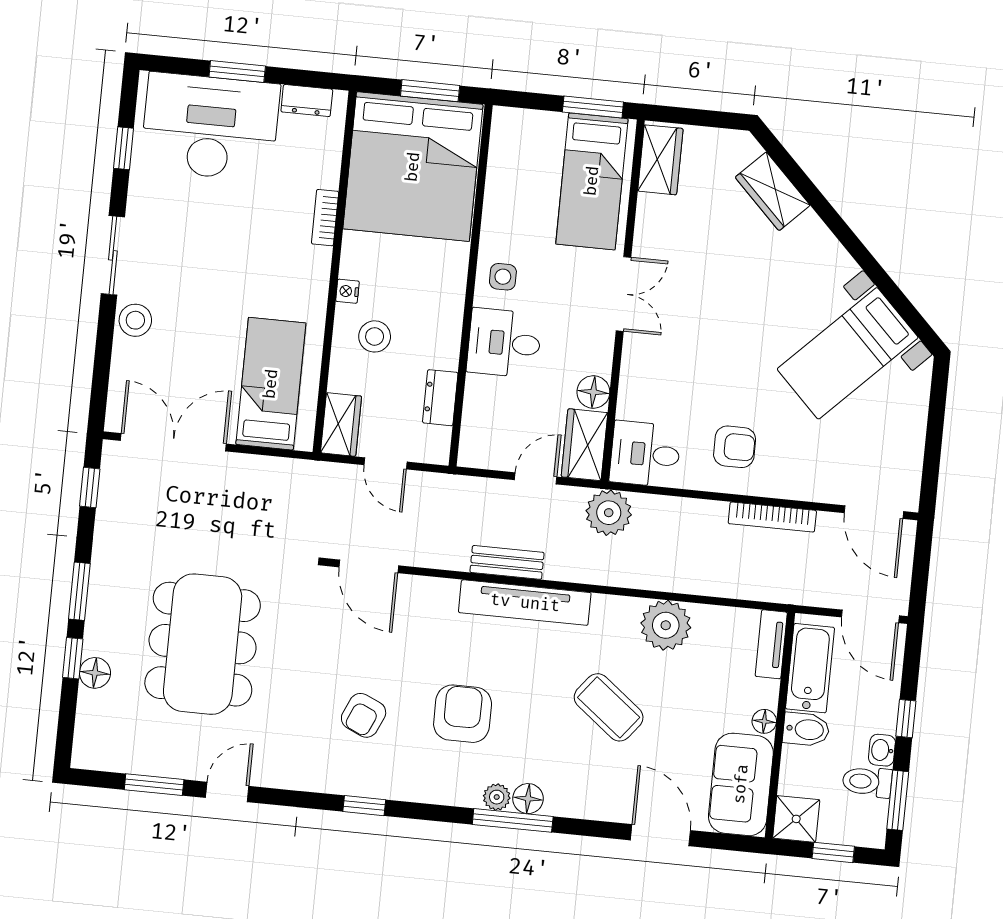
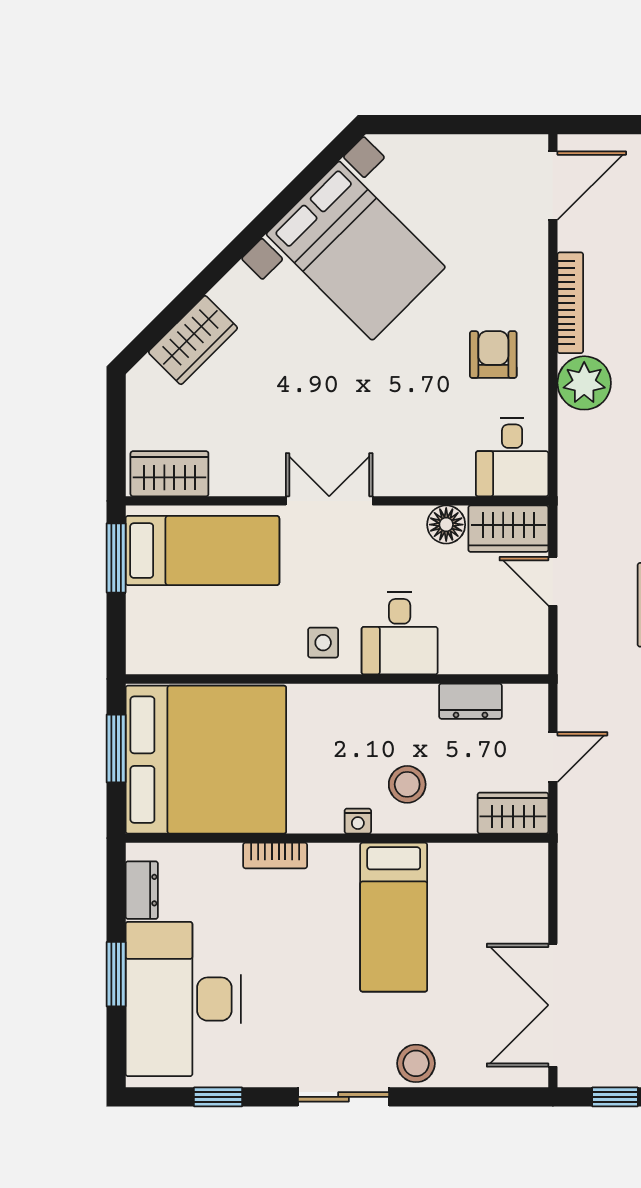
bed with nightstands: (848, 353) -> (356, 251), width x1.36
bed: (271, 384) -> (394, 917), moved, turned -90
plant: (609, 513) -> (584, 383), moved

